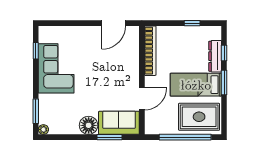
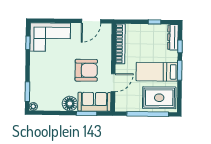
dresser: (215, 56) -> (173, 37), moved
corner sofa: (56, 68) -> (50, 37), moved, turned 90
armchair: (108, 84) -> (86, 70), added

